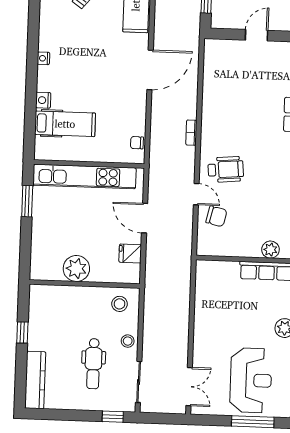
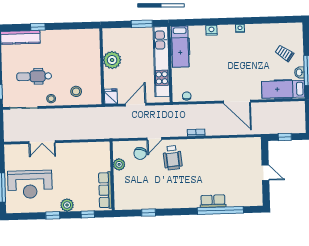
hospital bed: (65, 124) -> (180, 47), moved
plant: (270, 250) -> (119, 164), moved
plant: (76, 268) -> (112, 60), moved
wall: (85, 284) -> (102, 66), moved
window: (22, 333) -> (38, 27), moved
double door: (189, 387) -> (42, 142), moved

